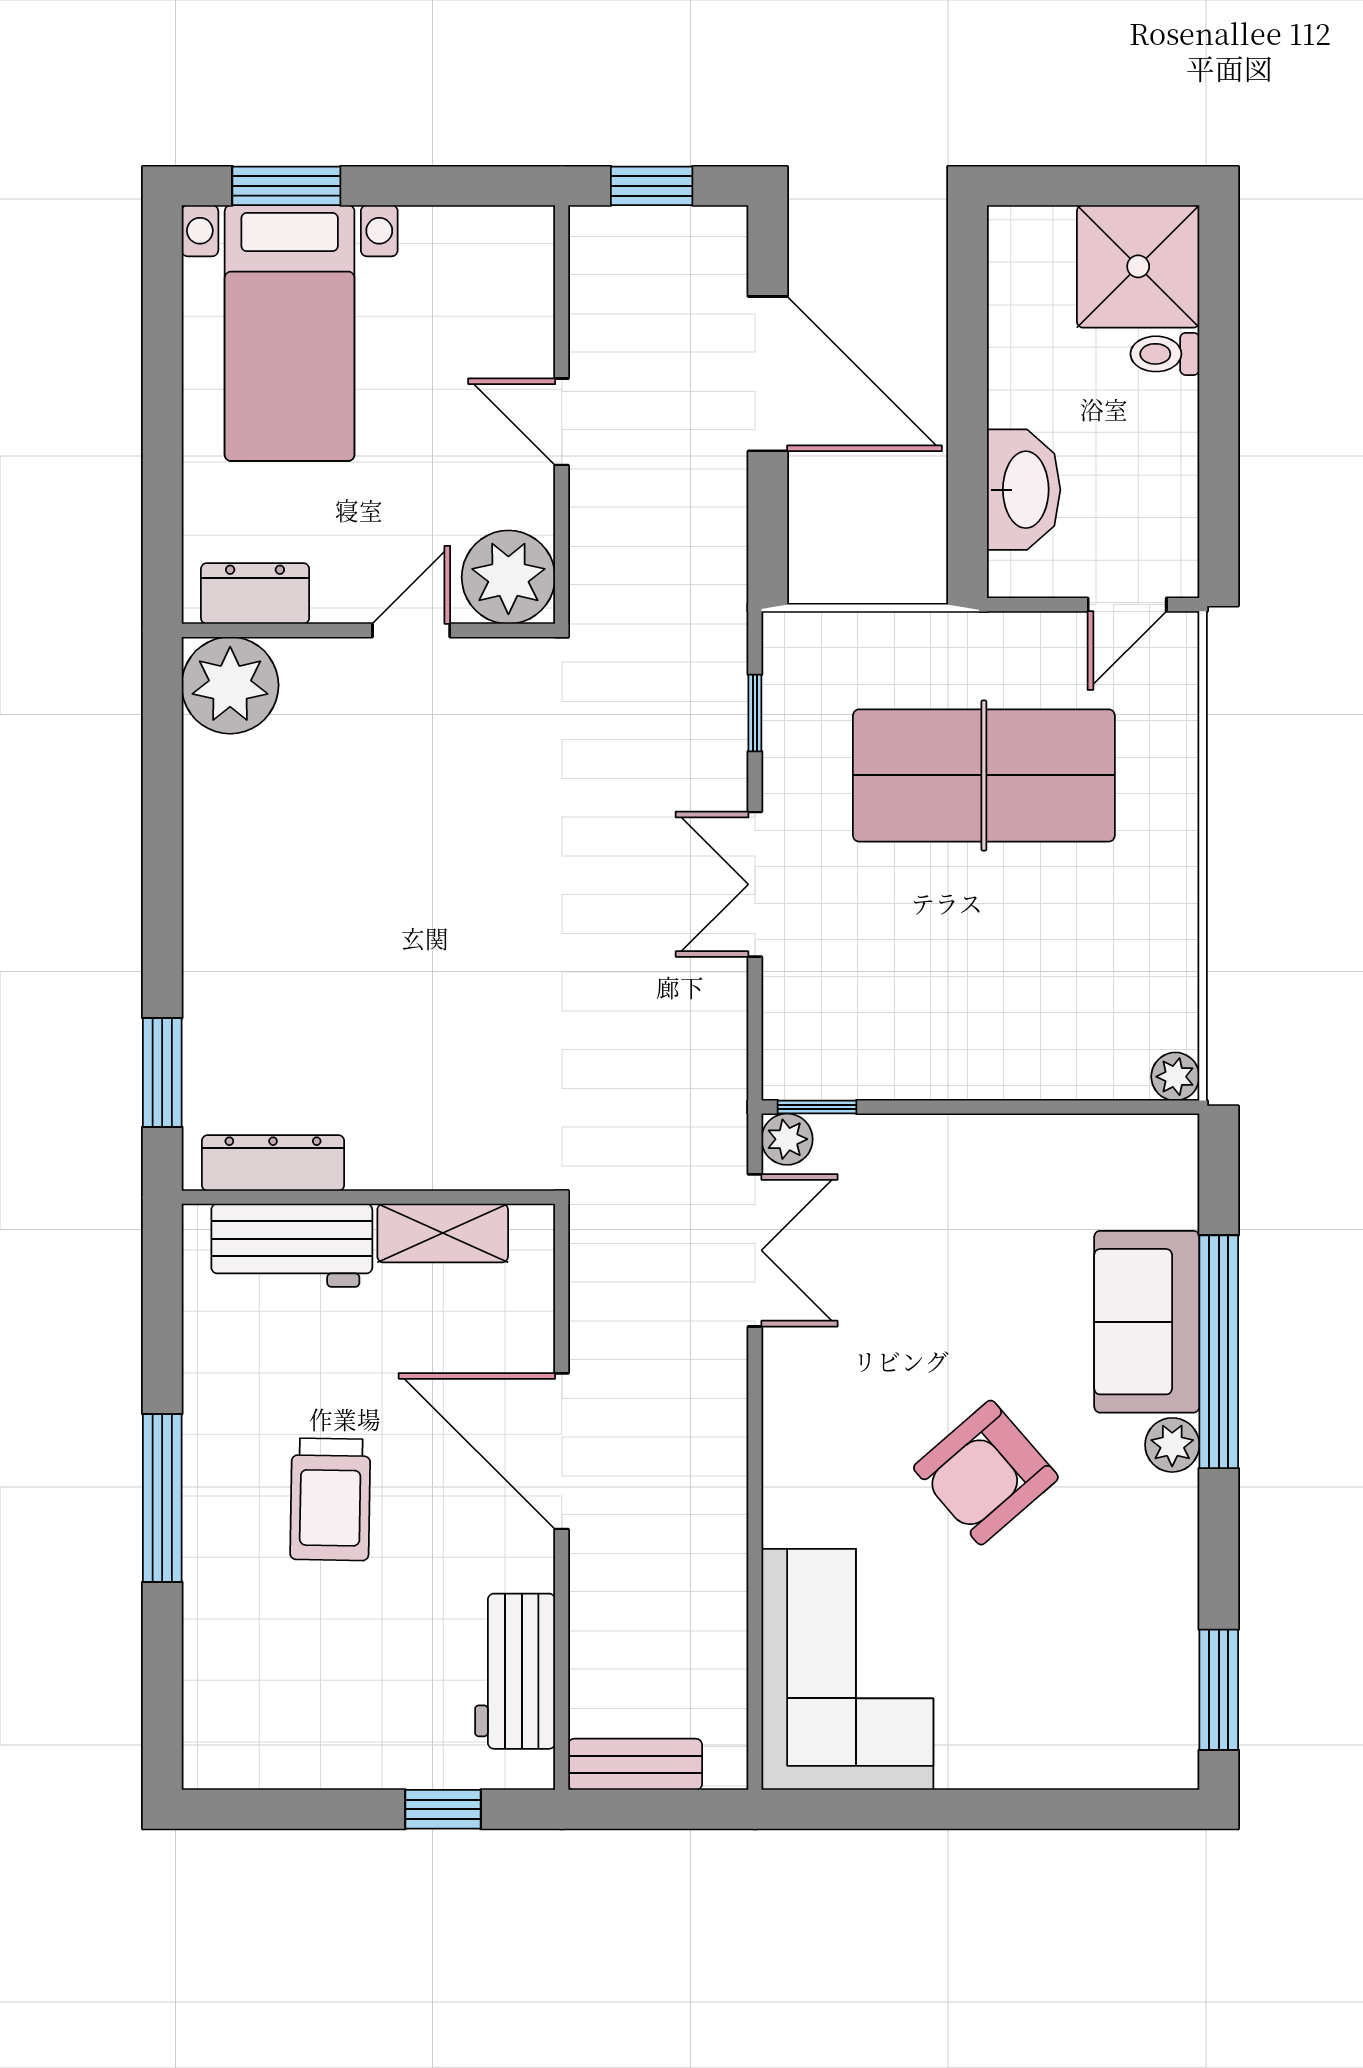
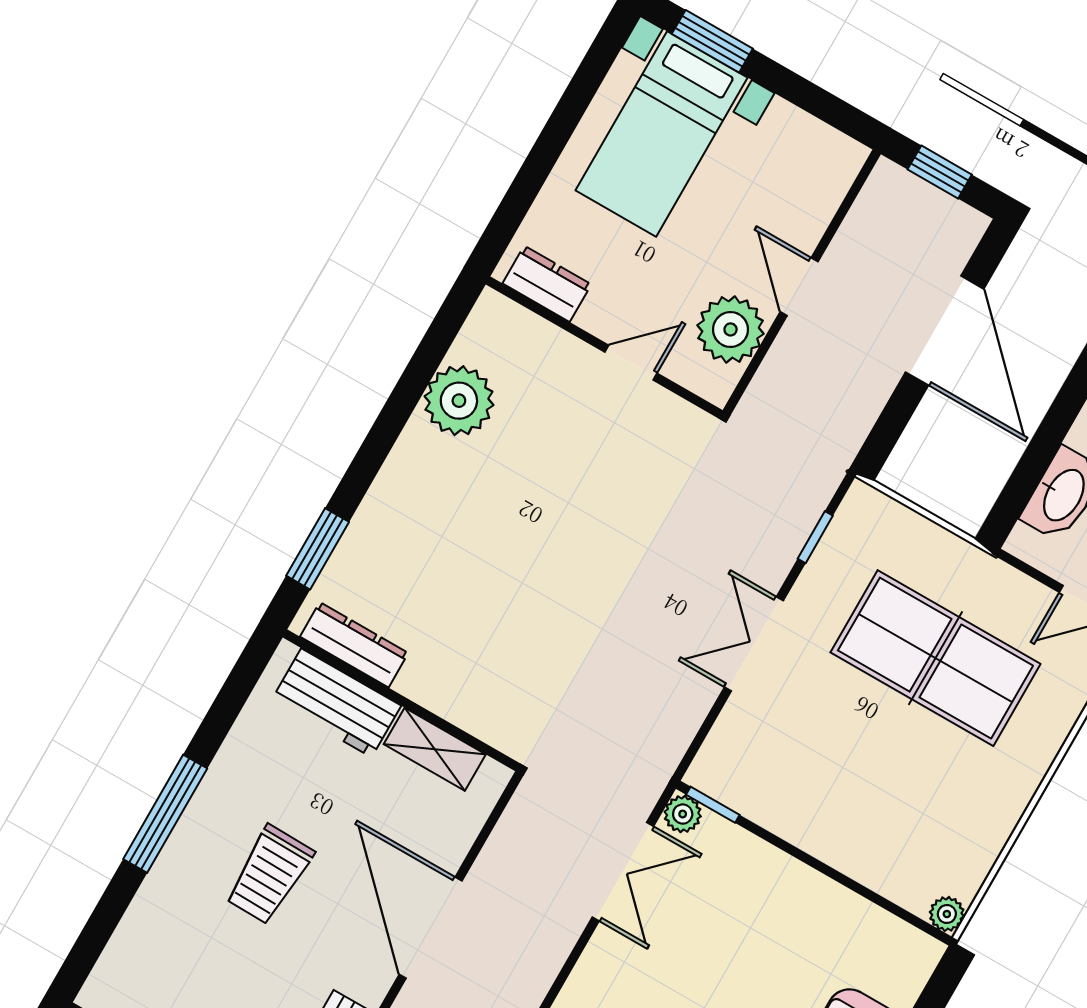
plant: (508, 577) -> (731, 329), moved
plant: (230, 685) -> (459, 401), moved

